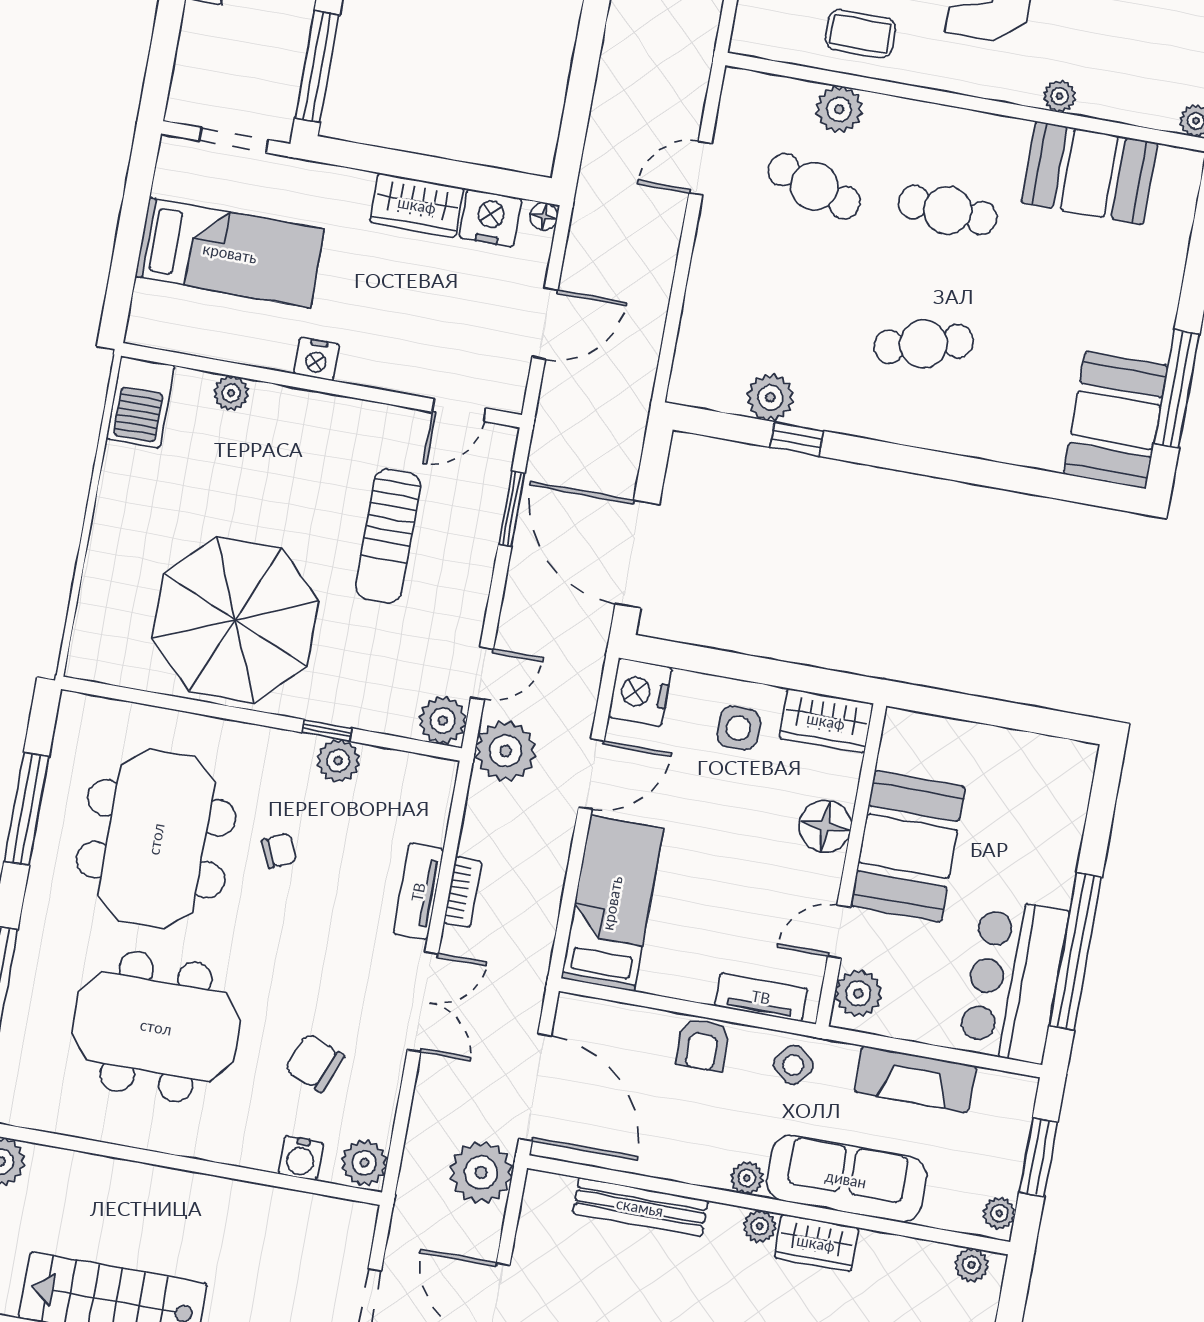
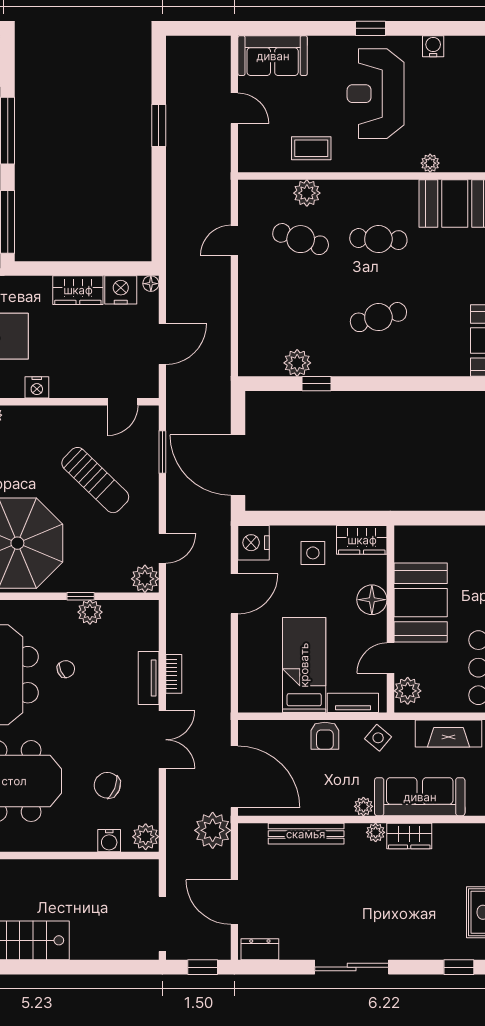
sun lounger: (388, 536) -> (95, 480), turned -46
plant: (506, 751) -> (184, 590), removed
bed: (612, 903) -> (304, 665), moved

